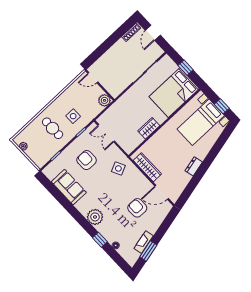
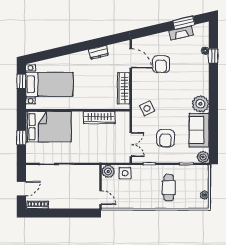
side table: (73, 116) -> (125, 173), moved
wardrobe: (149, 128) -> (99, 118), width x1.50
dresser: (194, 166) -> (99, 52), moved
plant: (49, 171) -> (203, 157), added
plant: (95, 217) -> (200, 104), moved
window: (100, 240) -> (213, 56), moved

